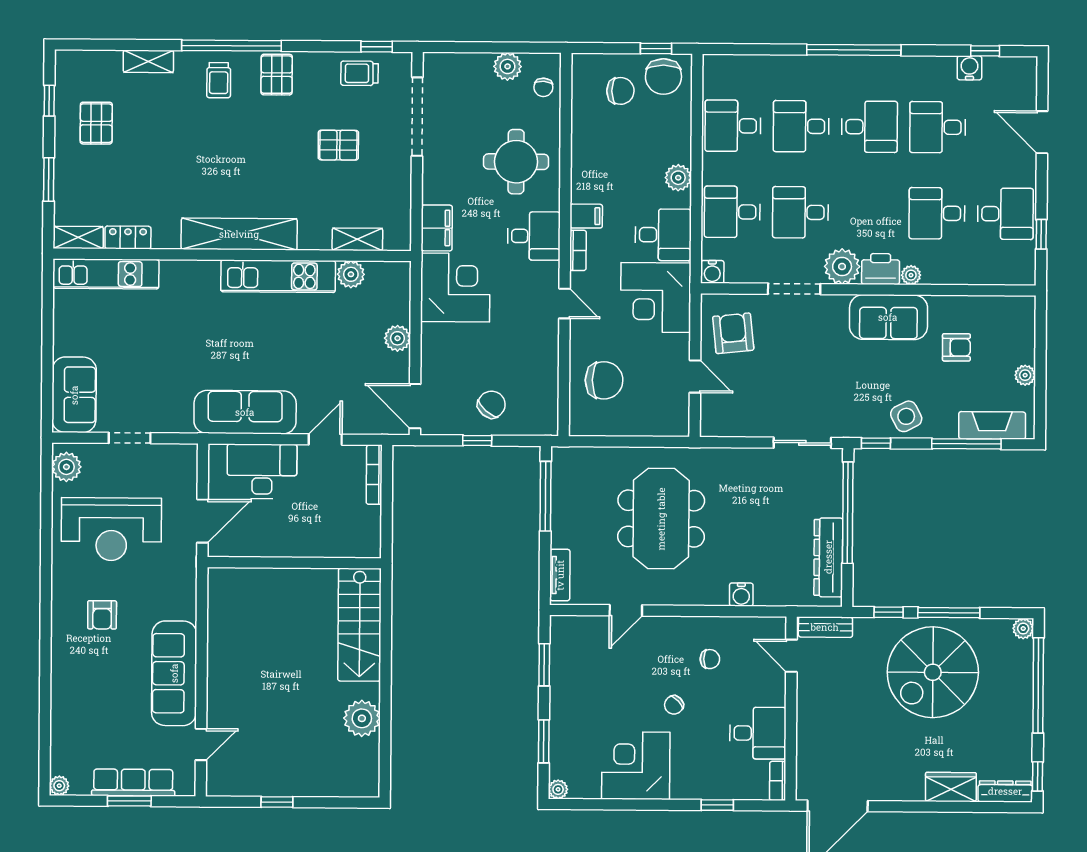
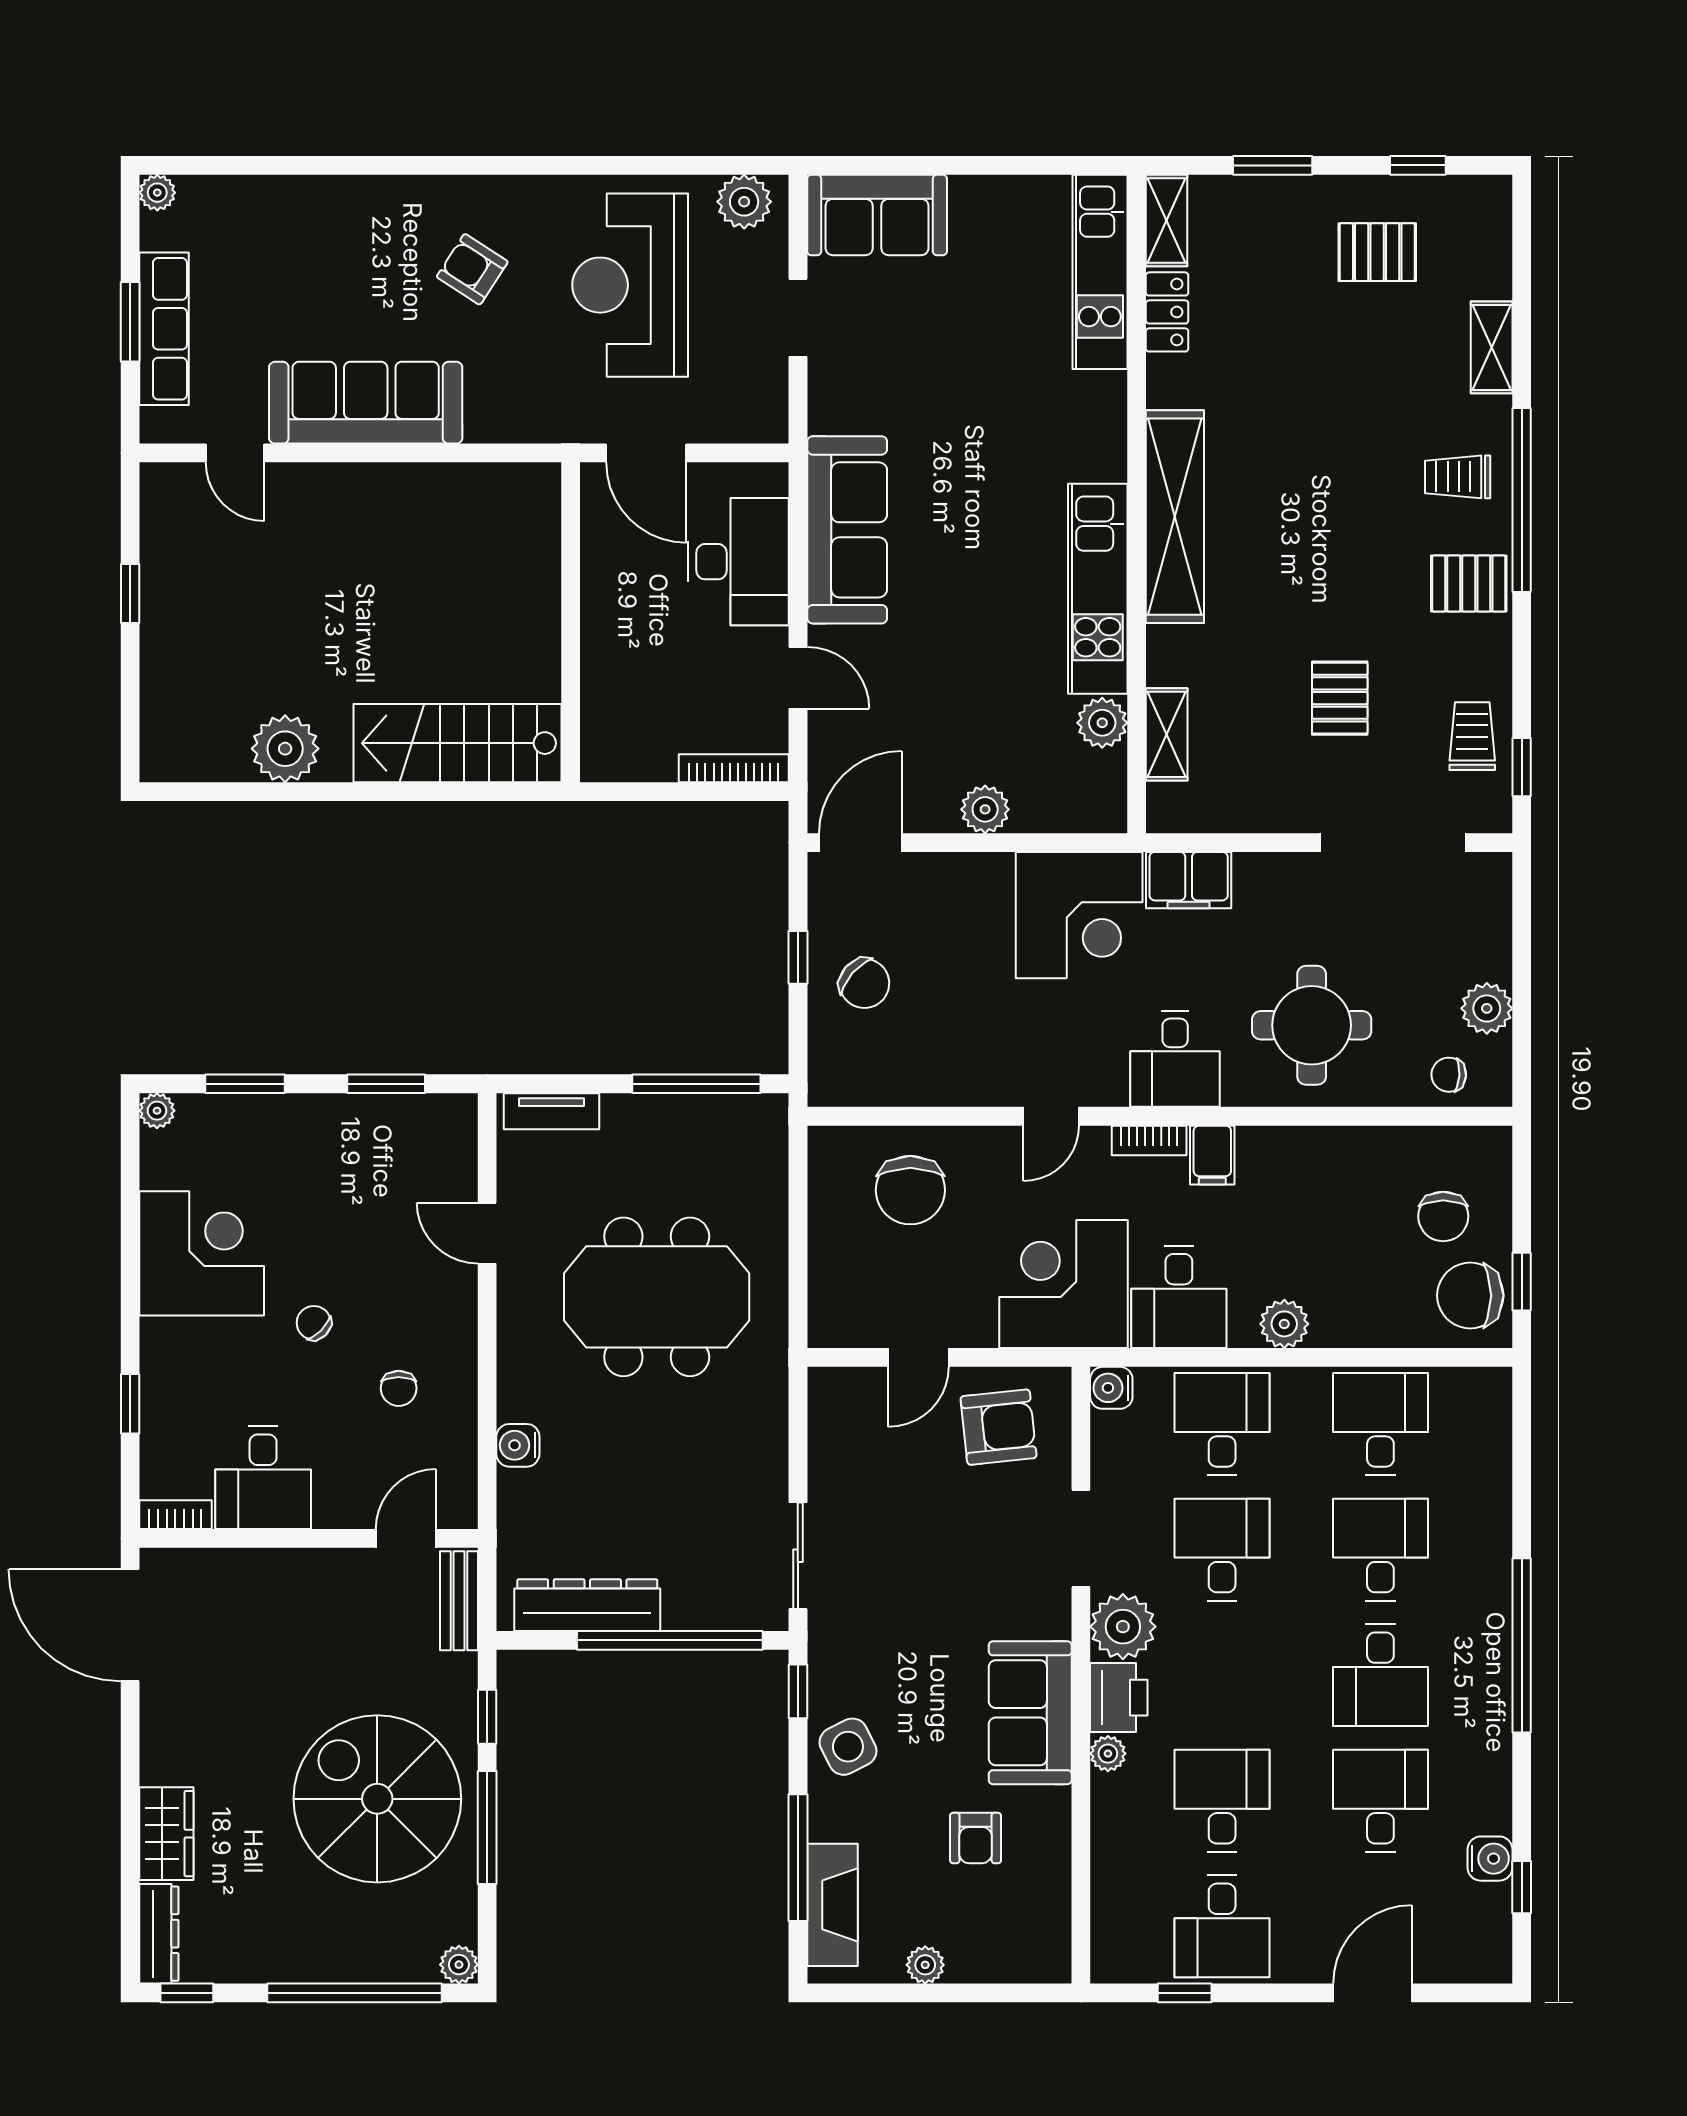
armchair: (102, 615) -> (472, 269), turned 33

